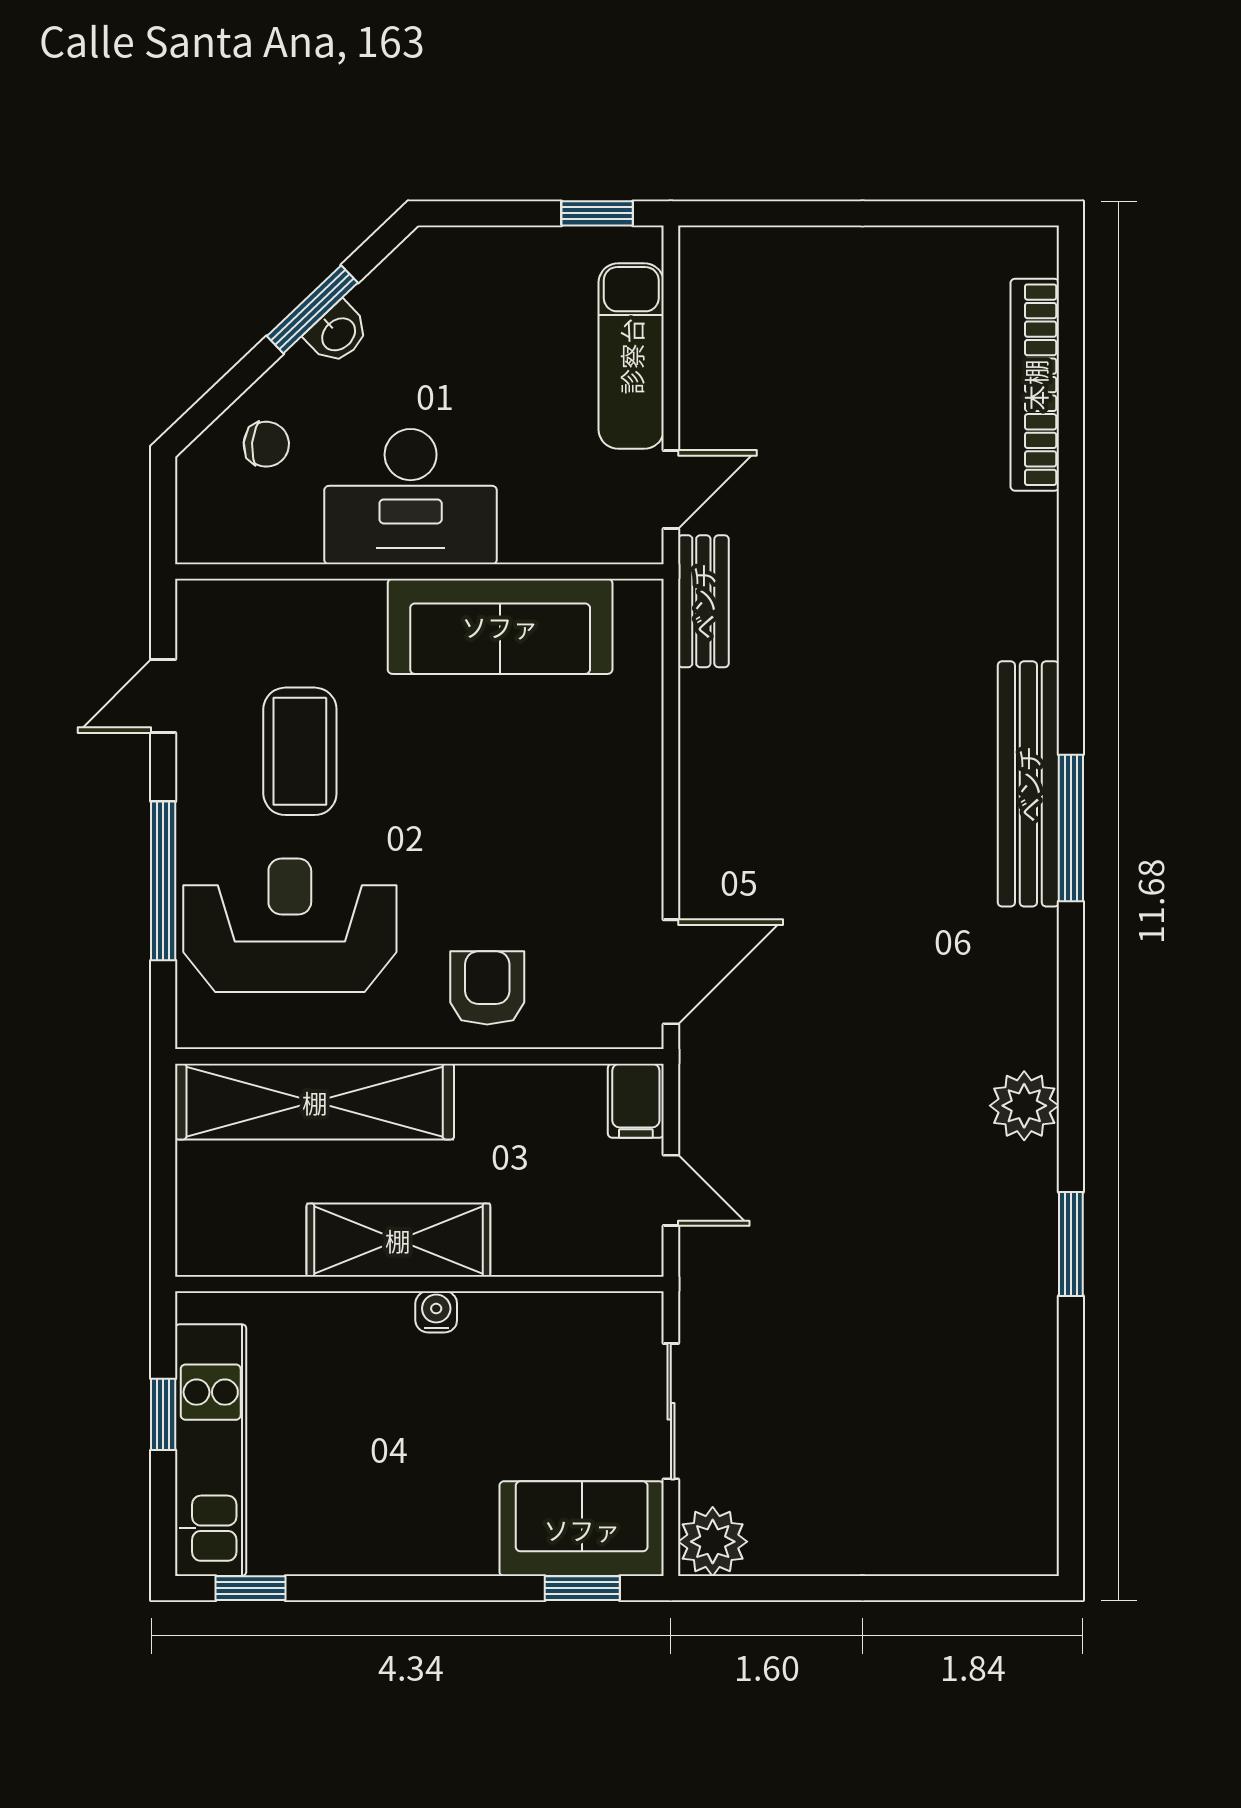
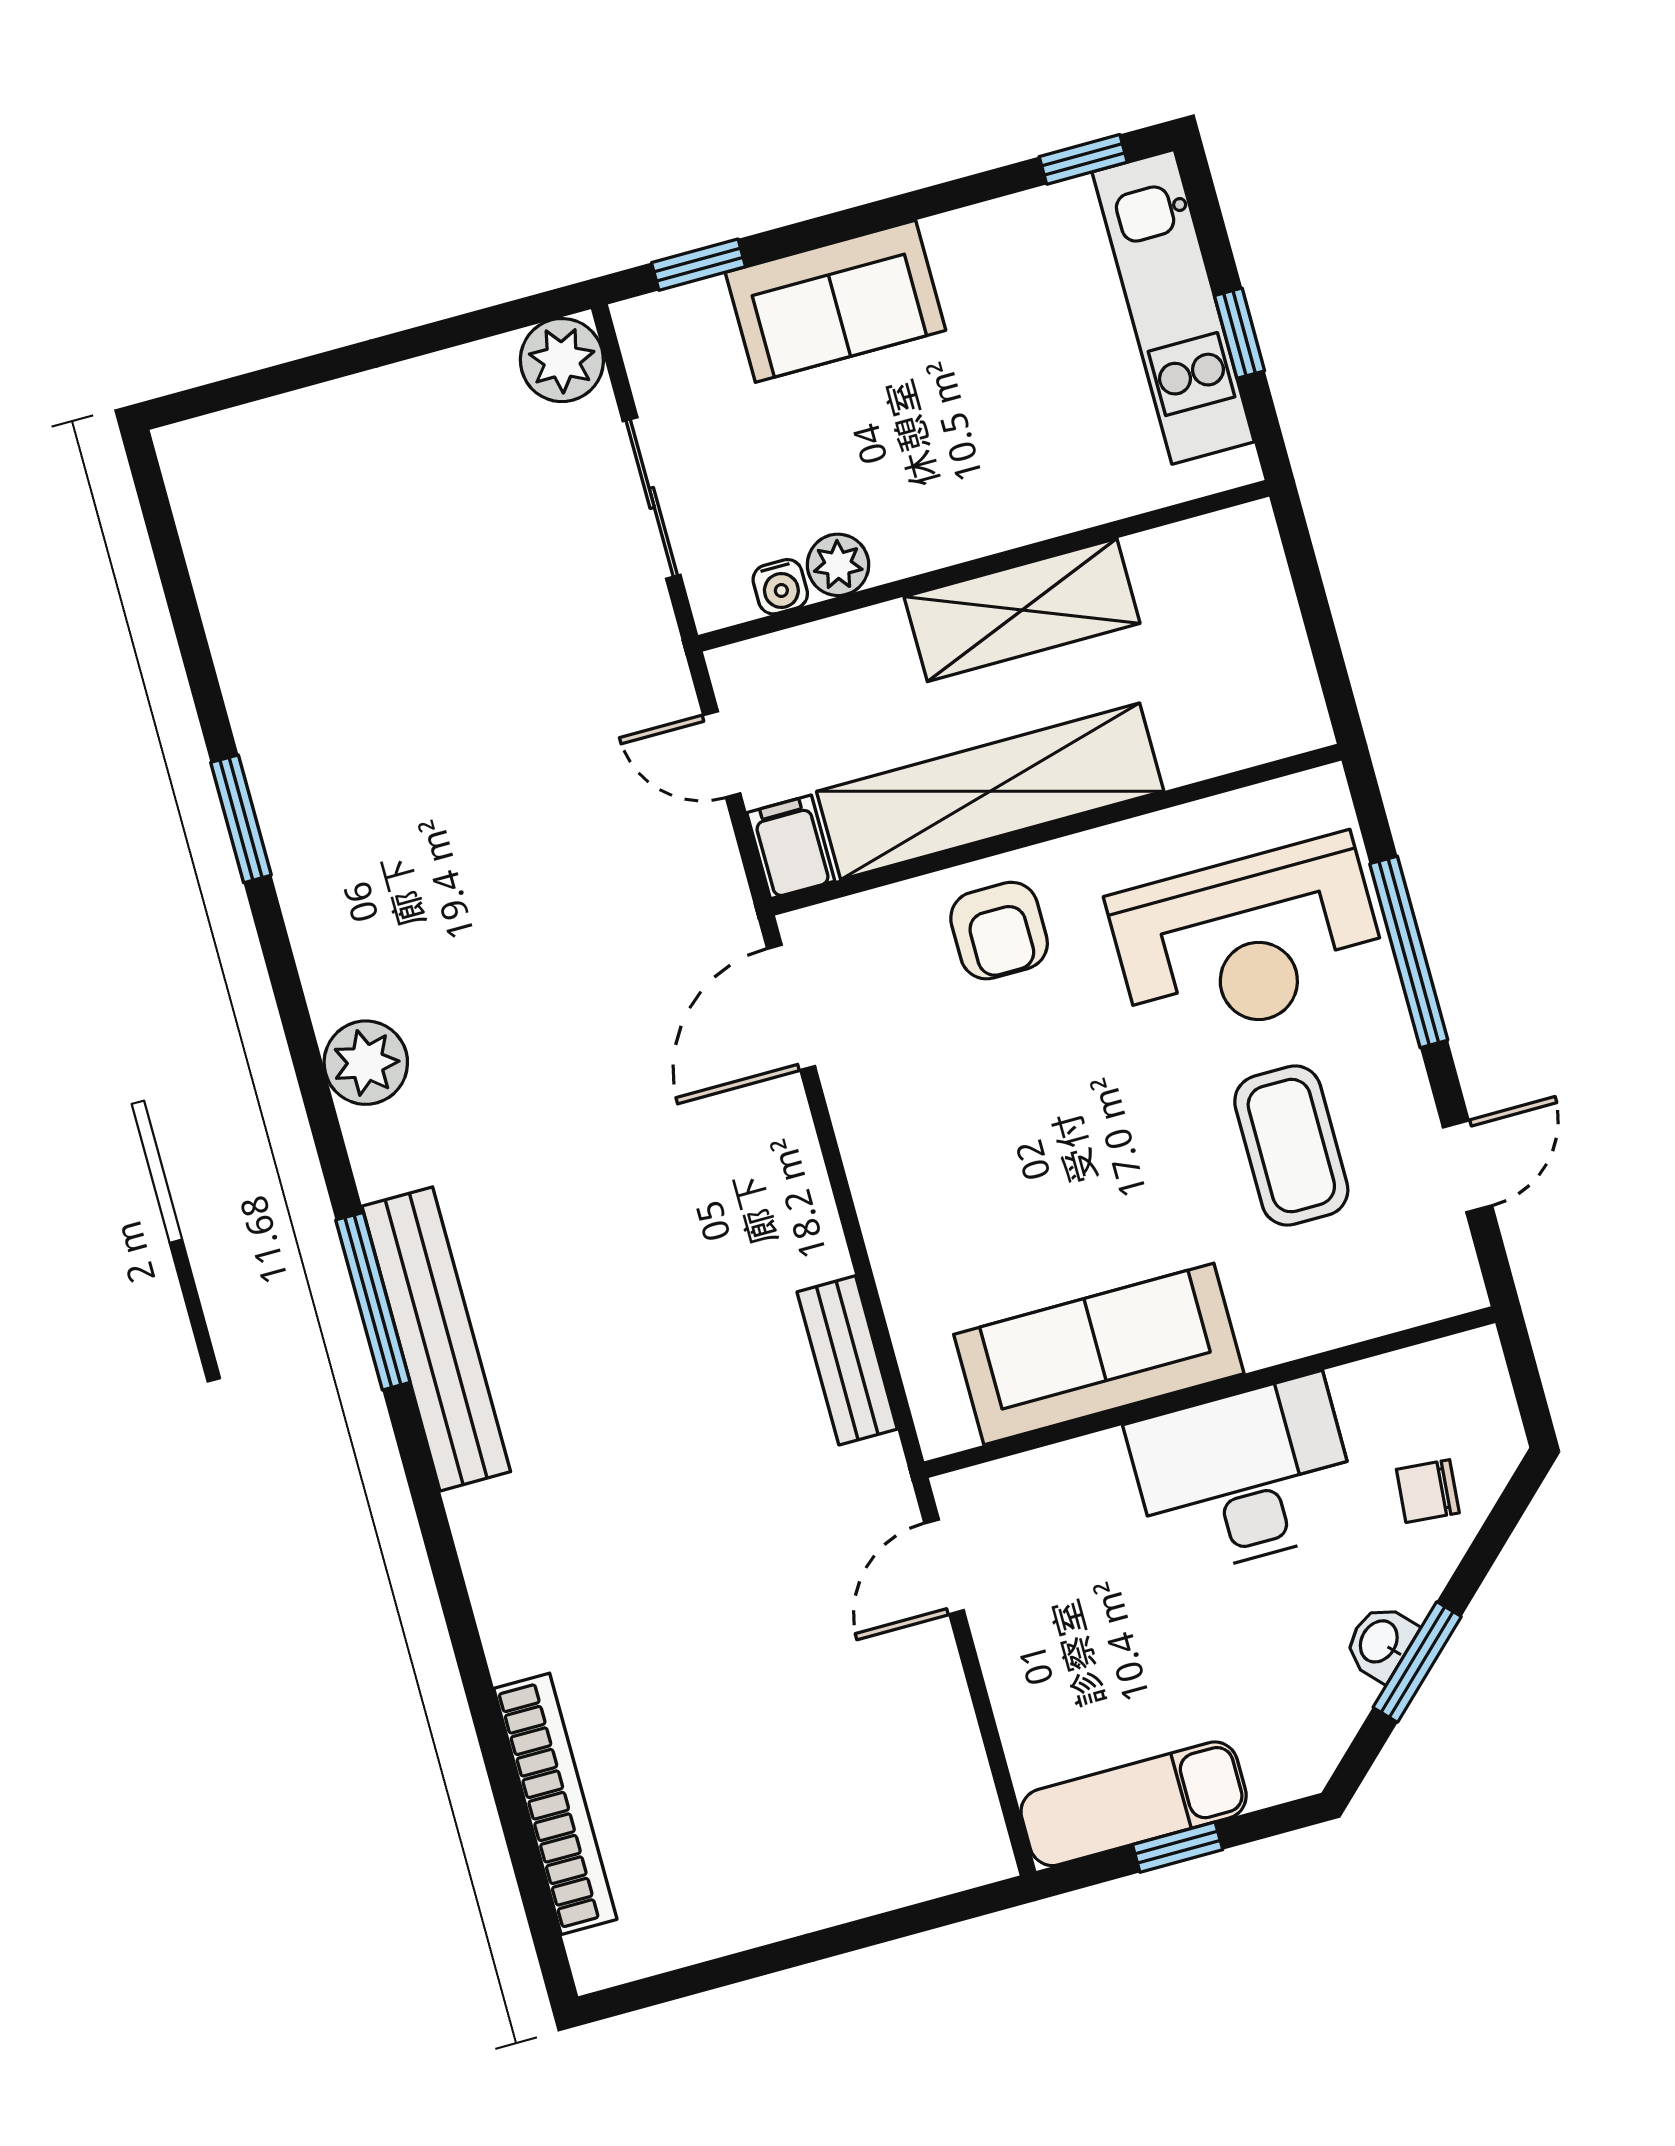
window: (597, 213) -> (1178, 1847), moved
exam couch: (631, 356) -> (1134, 1804), moved, turned -90
bench: (703, 601) -> (847, 1360), moved
shelving: (315, 1102) -> (990, 791), moved
plant: (1024, 1106) -> (366, 1063), moved
water cooler: (436, 1312) -> (780, 587), moved
plant: (536, 1317) -> (838, 565), added
sofa: (582, 1529) -> (835, 301), moved

